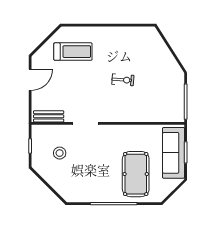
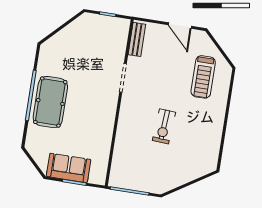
exercise bike: (123, 80) -> (164, 126), width x1.38, depth x1.39
stool: (60, 153) -> (95, 45), removed
sofa: (174, 153) -> (69, 168), width x0.73
pool table: (136, 174) -> (50, 102), moved, turned 90

